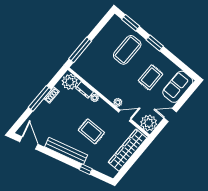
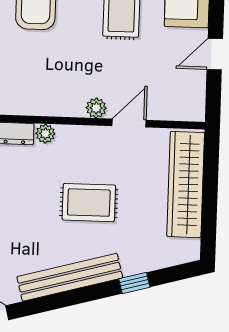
plant: (149, 123) -> (186, 101), removed

